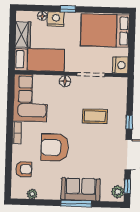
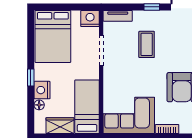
floor lamp: (65, 81) -> (109, 78), removed
tv unit: (122, 91) -> (118, 16), added

